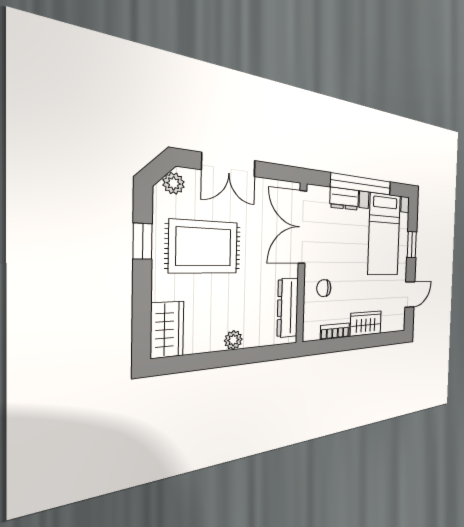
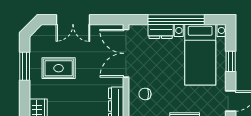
plant: (174, 183) -> (41, 34), removed
window: (143, 241) -> (25, 66), width x1.50
rug: (204, 247) -> (59, 68), width x0.73, depth x0.70

